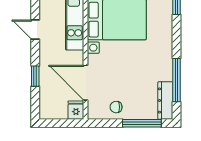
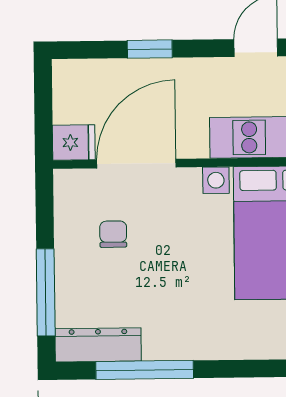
chair: (116, 107) -> (113, 234), moved

